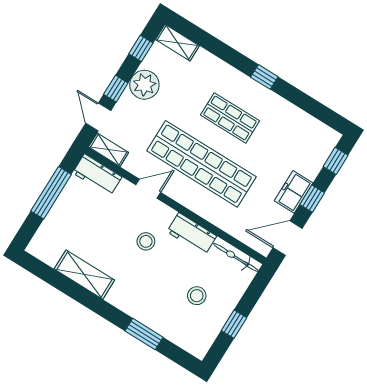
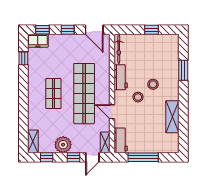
window: (264, 77) -> (23, 58), moved
freezer: (294, 192) -> (38, 41), moved
stool: (197, 296) -> (153, 84), moved

